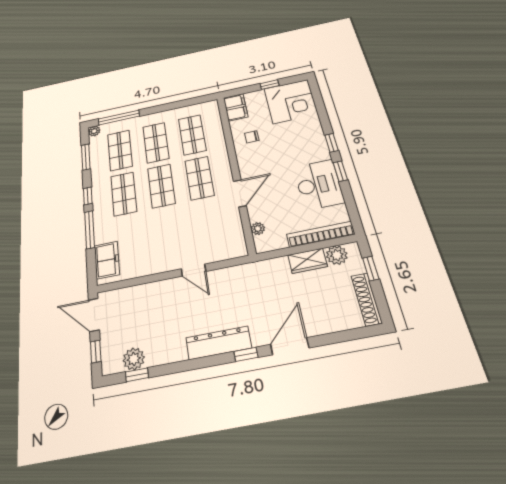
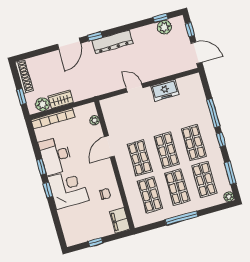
corner desk: (291, 101) -> (68, 189), moved, turned 90
window: (119, 118) -> (181, 218), moved
freezer: (107, 260) -> (165, 90), moved, turned -90

